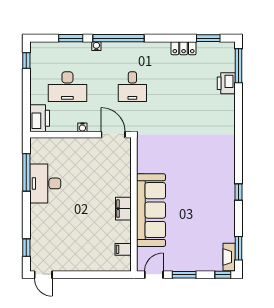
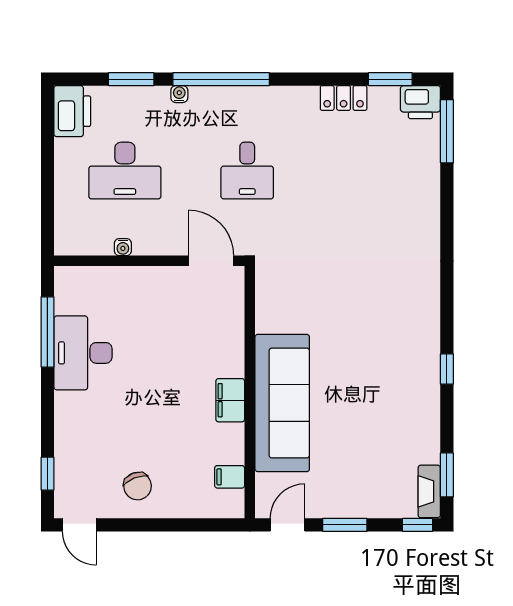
window: (26, 61) -> (47, 121), removed
printer: (226, 83) -> (420, 102), moved, turned -90
printer: (40, 118) -> (72, 111), moved
water cooler: (82, 127) -> (123, 247), moved
chair: (74, 254) -> (138, 486), added

